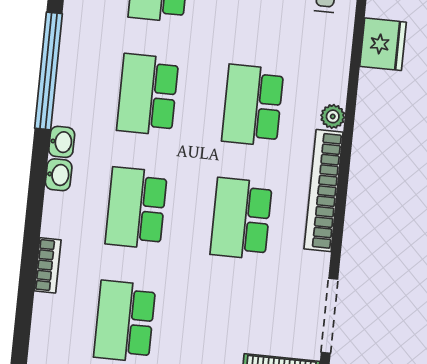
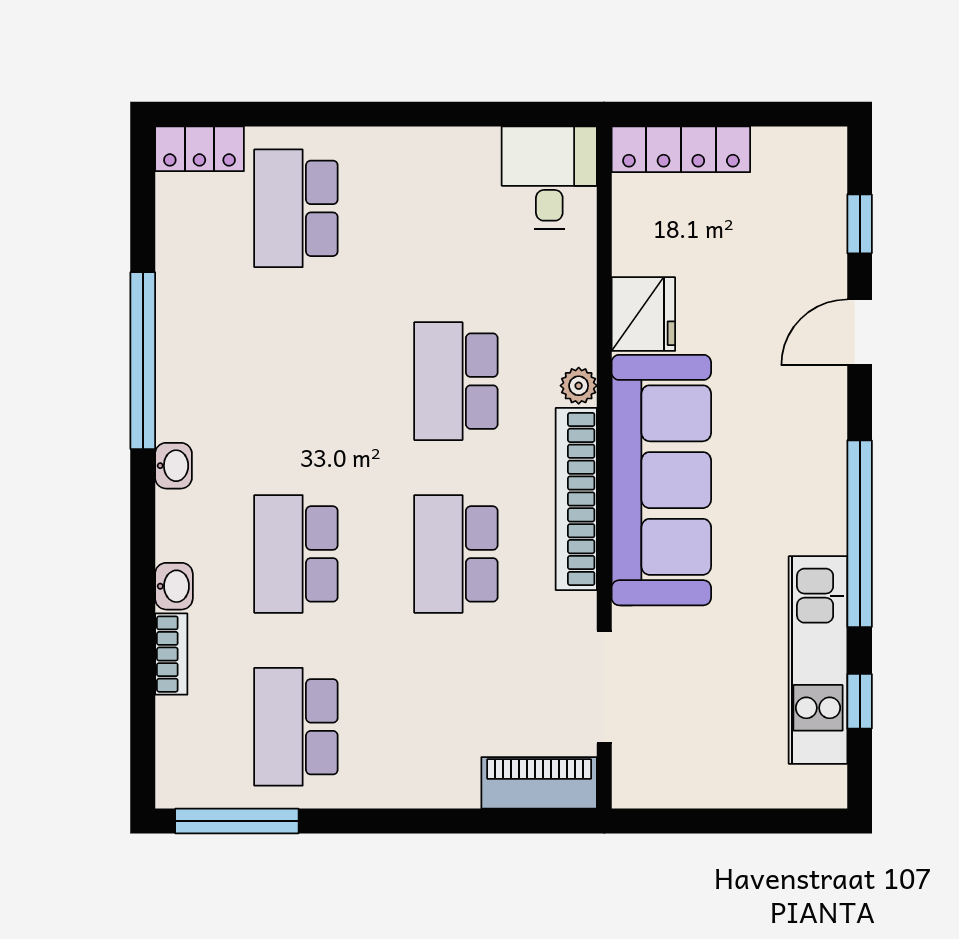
fridge: (383, 44) -> (643, 314), moved
school desk: (148, 95) -> (296, 381), removed
washbasin: (59, 175) -> (174, 586), moved
sofa: (381, 184) -> (661, 480), added

